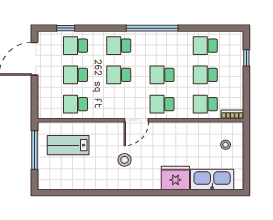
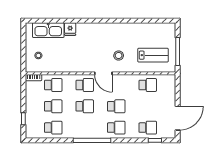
school desk: (76, 75) -> (148, 106), removed
door: (136, 120) -> (103, 73), swing flipped
stool: (125, 160) -> (119, 56), moved
fridge: (175, 178) -> (70, 29), width x0.53, depth x0.75

